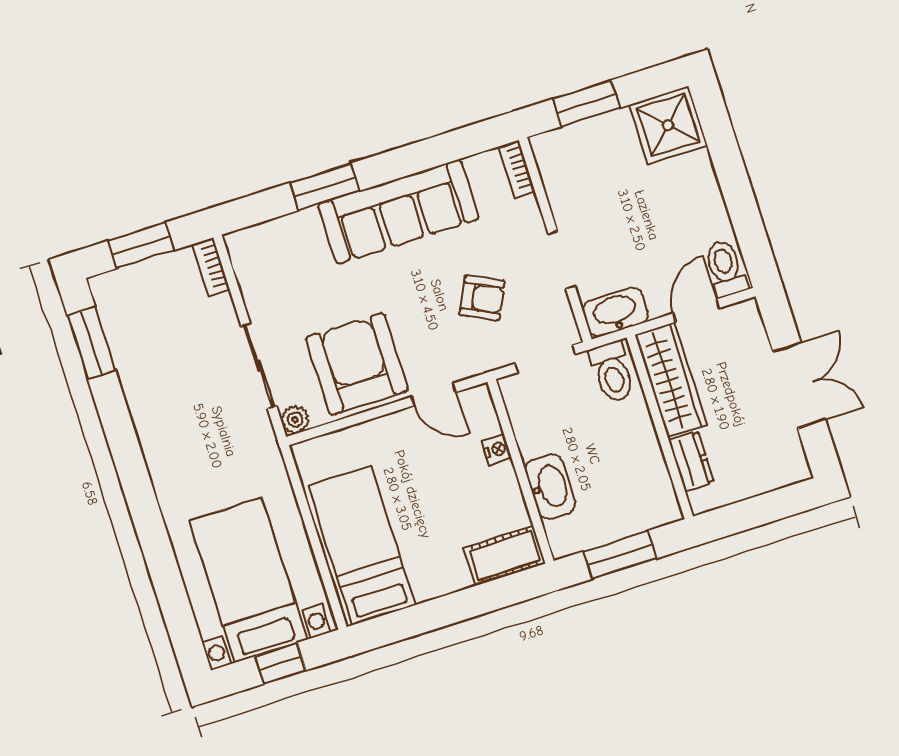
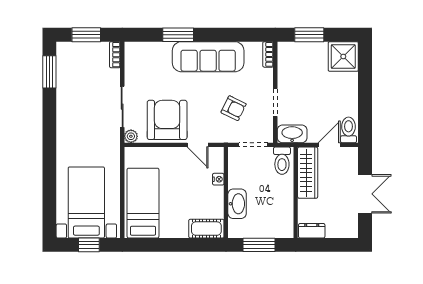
dresser: (691, 461) -> (312, 231), moved, turned -90

